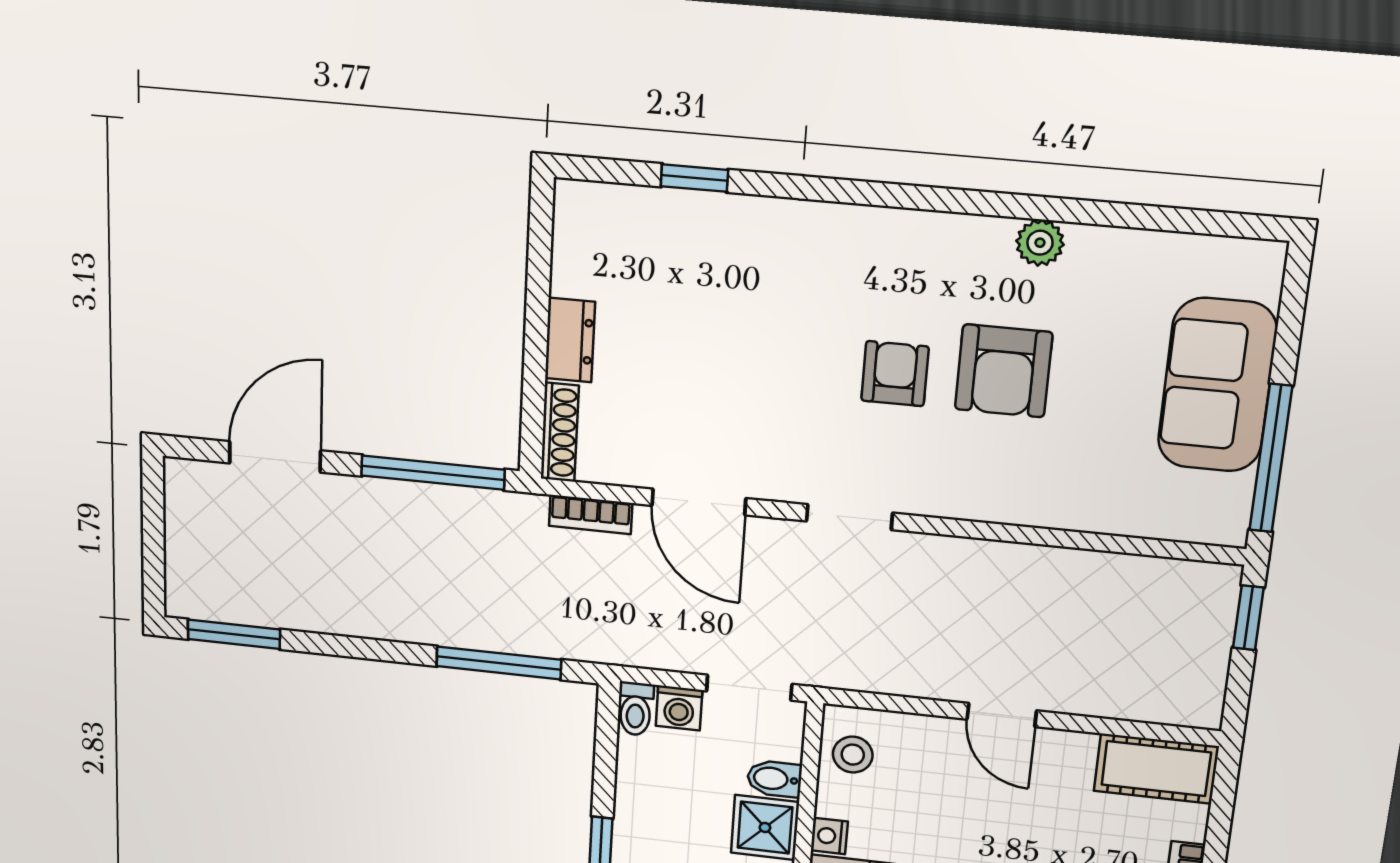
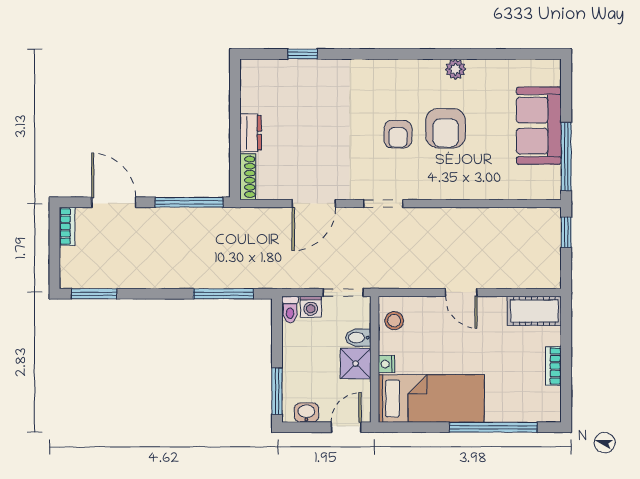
armchair: (895, 374) -> (398, 134), turned 180
door: (275, 457) -> (114, 202), hinge flipped
door: (699, 502) -> (314, 204), hinge flipped
bookcase: (591, 514) -> (67, 226), moved, turned -90

